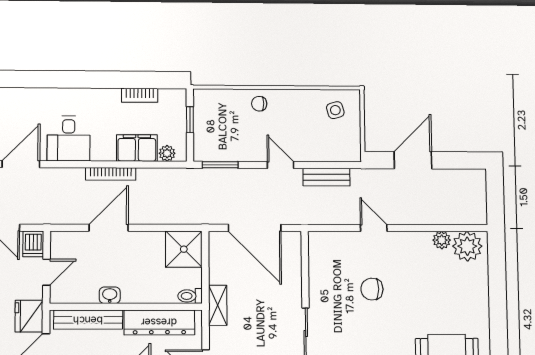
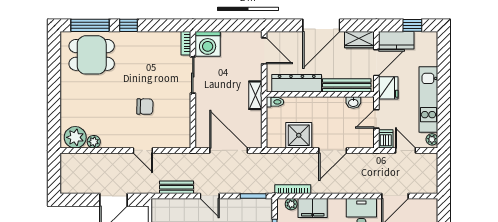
bookcase: (111, 174) -> (293, 189), moved
shower: (184, 249) -> (299, 135), moved
washbasin: (110, 295) -> (353, 103), moved

